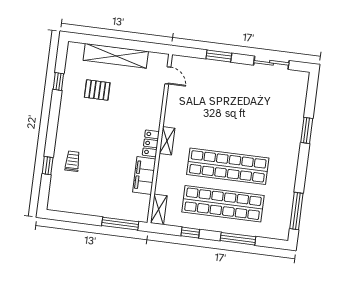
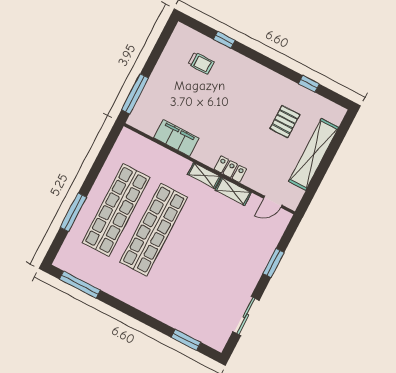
window: (307, 130) -> (186, 340), moved
locker: (151, 143) -> (230, 169), moved
trolley: (72, 161) -> (201, 63), moved
shelving: (159, 209) -> (233, 191), moved
window: (190, 233) -> (98, 164), removed

